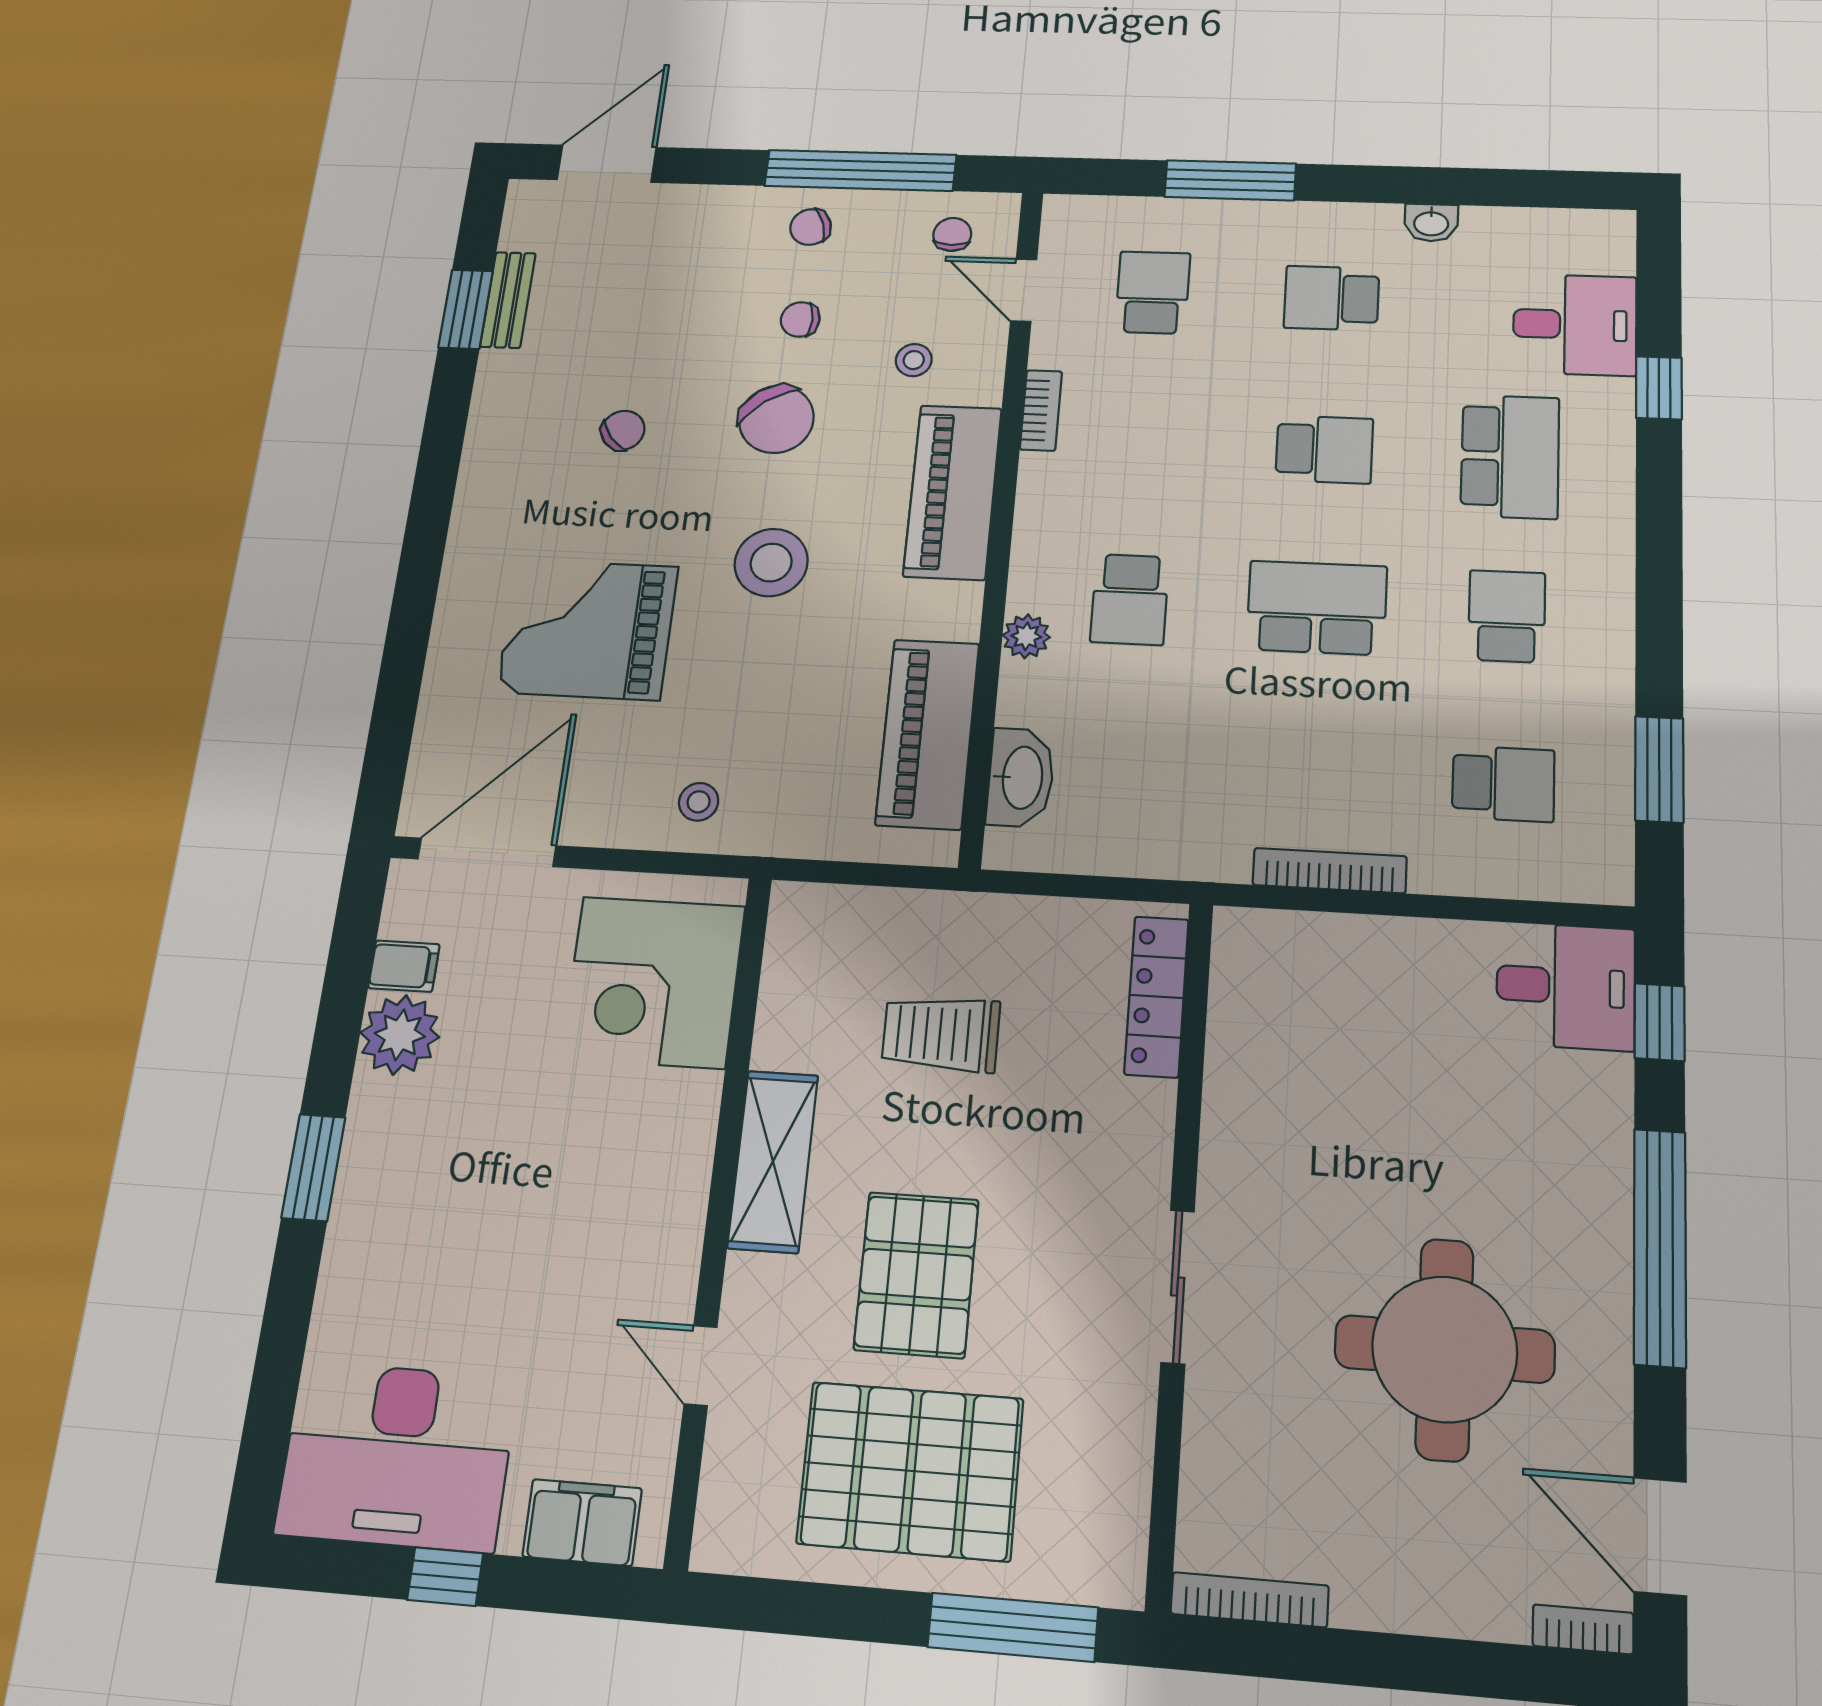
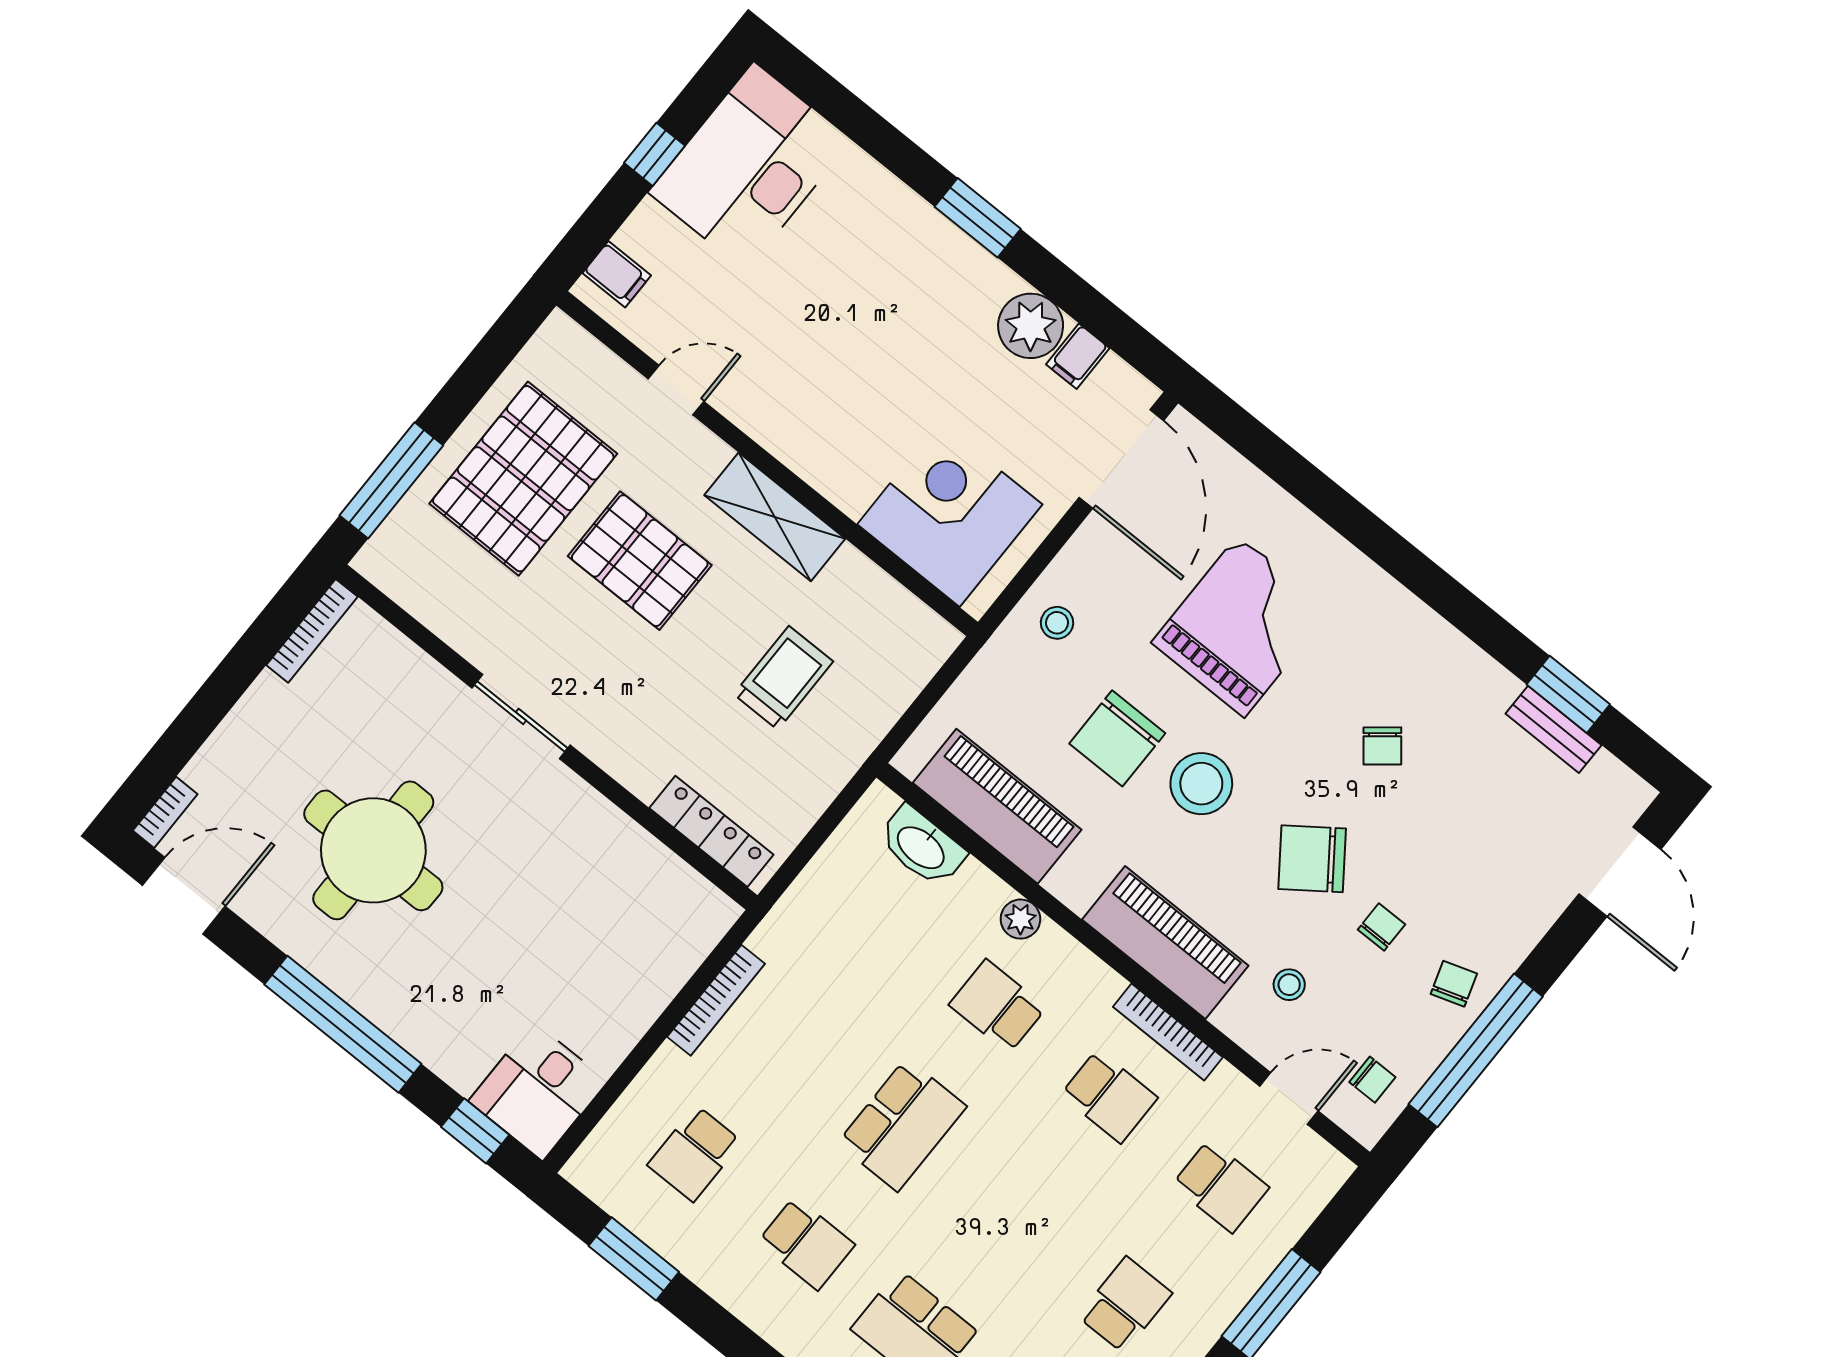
bookcase: (1041, 410) -> (1168, 1032), width x1.56
school desk: (1324, 449) -> (1109, 1096), moved, turned -90
chair: (779, 668) -> (1117, 738), added
filing cabinet: (582, 1522) -> (617, 274), width x0.50

